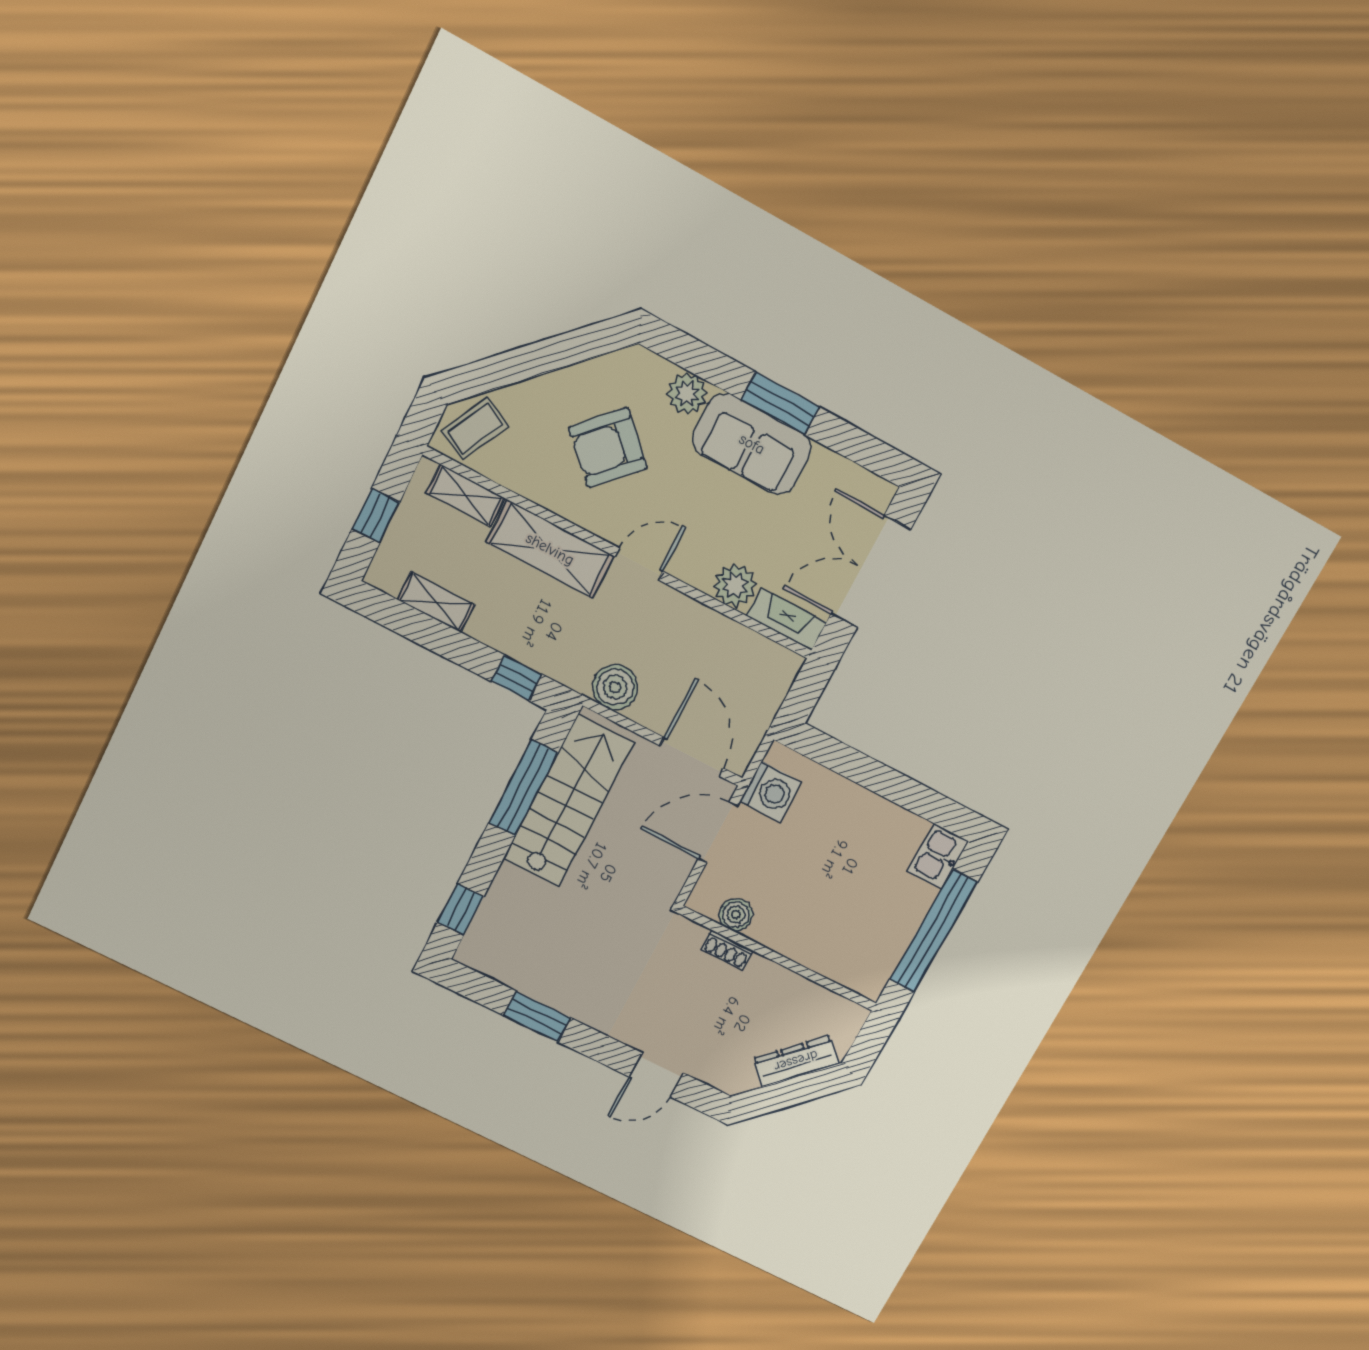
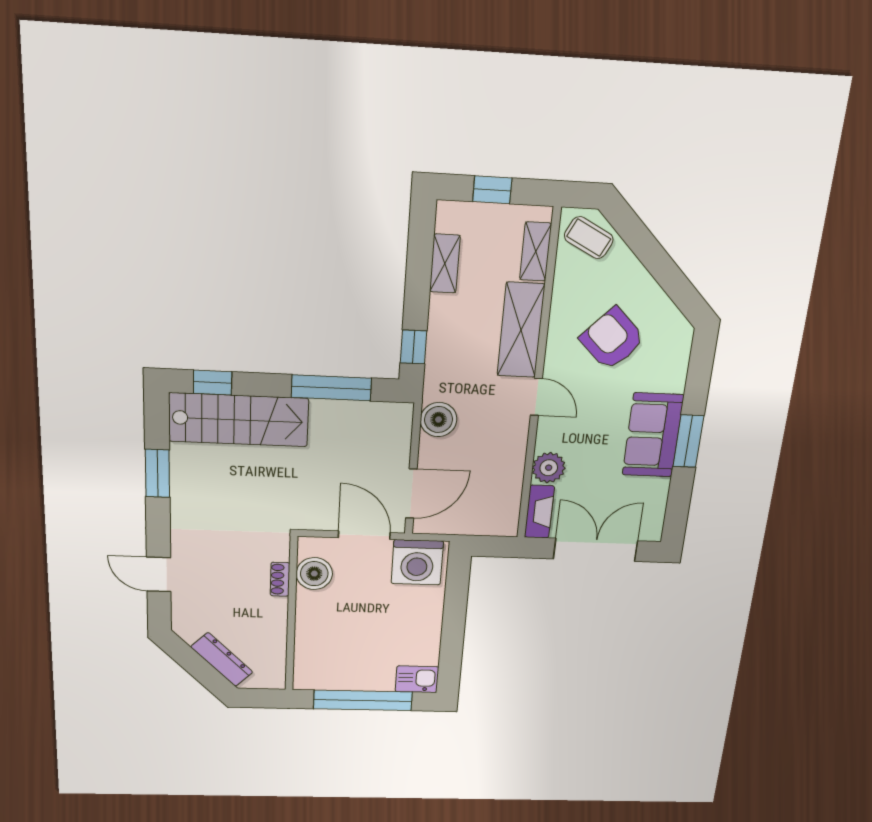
plant: (687, 394) -> (672, 377), removed
washing machine: (771, 792) -> (417, 562), width x1.37, depth x1.37
stairs: (568, 801) -> (239, 420), moved
boiler: (736, 915) -> (314, 574), width x1.36, depth x1.36

